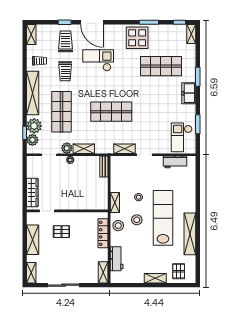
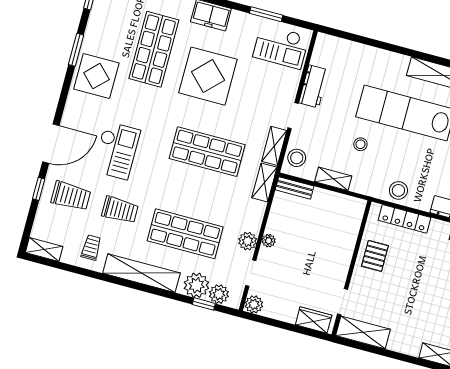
trolley: (65, 41) -> (71, 196), turned 180
checkout: (98, 60) -> (116, 151), turned 180
display table: (154, 101) -> (208, 76), added
shop shelf: (111, 112) -> (207, 152), turned 90
shelving: (84, 149) -> (264, 183), moved
plant: (32, 161) -> (254, 304), added
workbench: (175, 162) -> (314, 86), moved
wardrobe: (32, 192) -> (314, 320), width x0.67
shelving: (115, 203) -> (333, 179), moved
stool: (137, 220) -> (297, 158), moved
pallet: (61, 232) -> (375, 256), moved
shelving: (33, 240) -> (363, 332), moved

